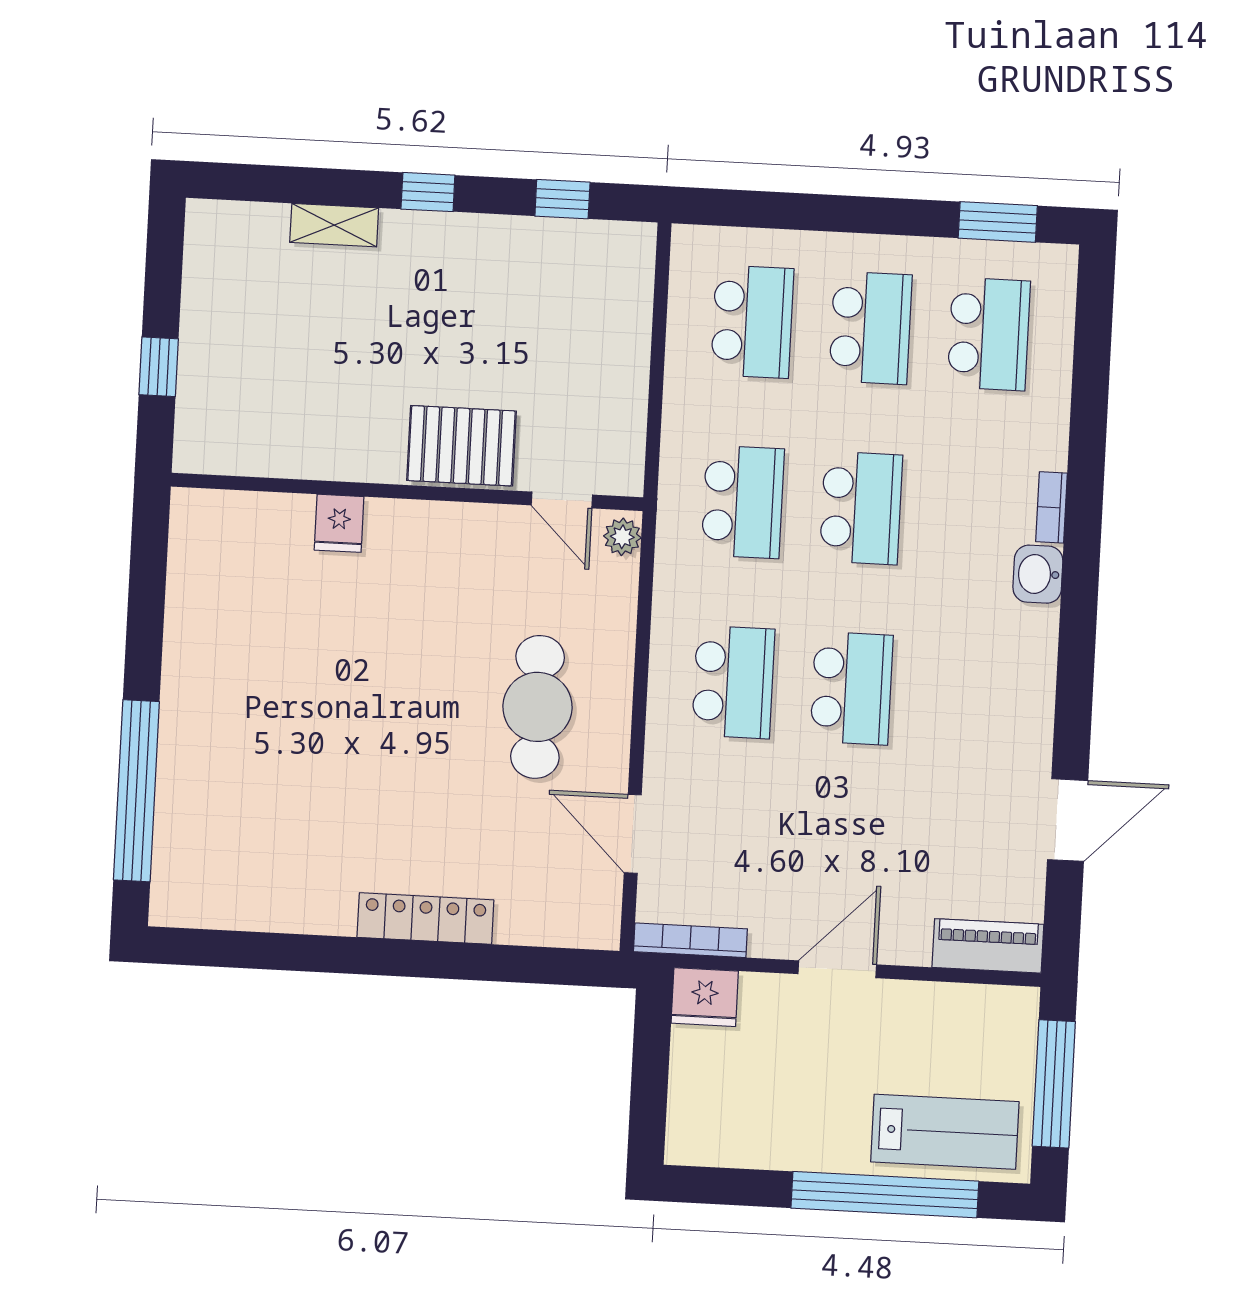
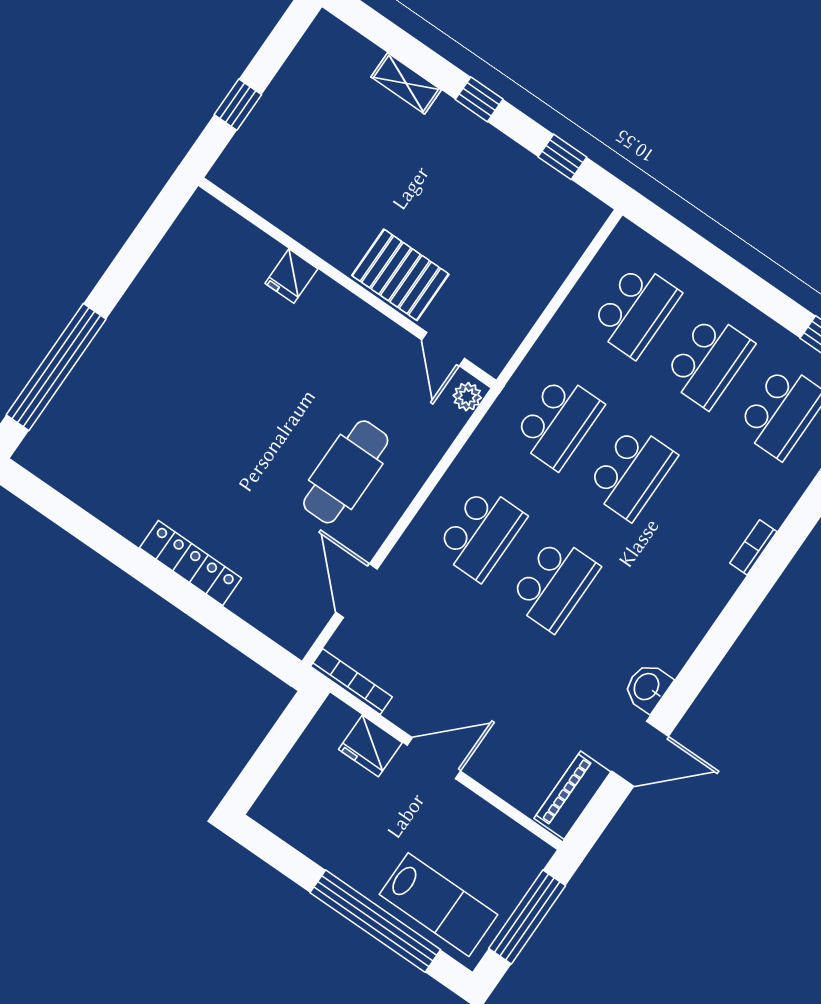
washbasin: (1038, 574) -> (647, 687), moved
piano: (988, 946) -> (572, 795), moved, turned -90
fridge: (705, 997) -> (370, 746), moved

